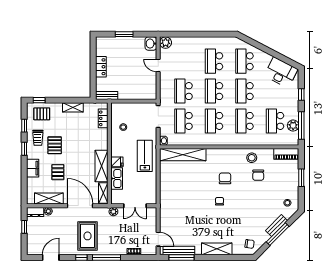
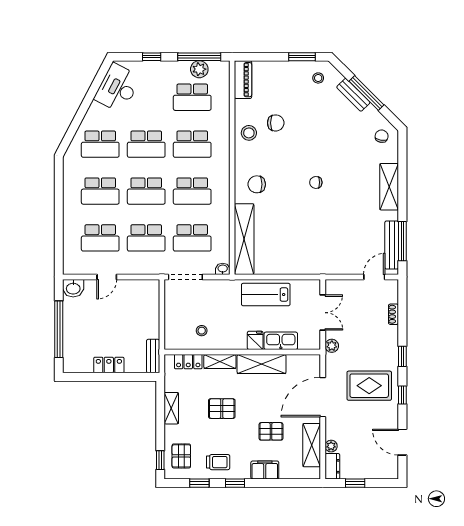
window: (124, 34) -> (59, 329), width x2.11
plant: (166, 43) -> (72, 266), removed
school desk: (183, 61) -> (100, 238), added
pallet: (55, 145) -> (222, 409), moved
lab bench: (145, 156) -> (266, 295), moved
chair: (225, 178) -> (257, 184), moved
window: (301, 178) -> (302, 57), moved
shelving: (103, 193) -> (220, 361), moved
window: (106, 258) -> (402, 356), width x0.46

